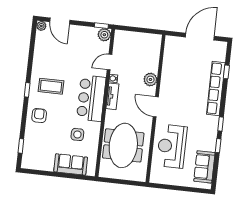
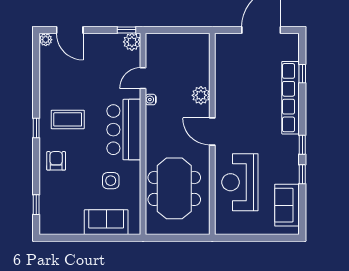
tv unit: (112, 96) -> (152, 124), removed

